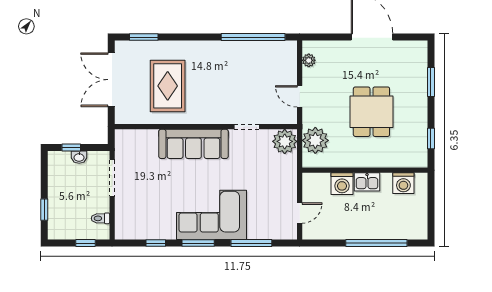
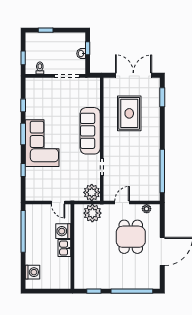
window: (431, 82) -> (132, 291), width x2.11
rug: (168, 86) -> (129, 113), turned 90
dining table: (371, 112) -> (131, 237), moved, turned 90
washing machine: (403, 183) -> (33, 272), moved, turned 180
door: (300, 213) -> (58, 202), moved
window: (251, 243) -> (23, 170), width x0.46
window: (376, 243) -> (23, 231), moved

